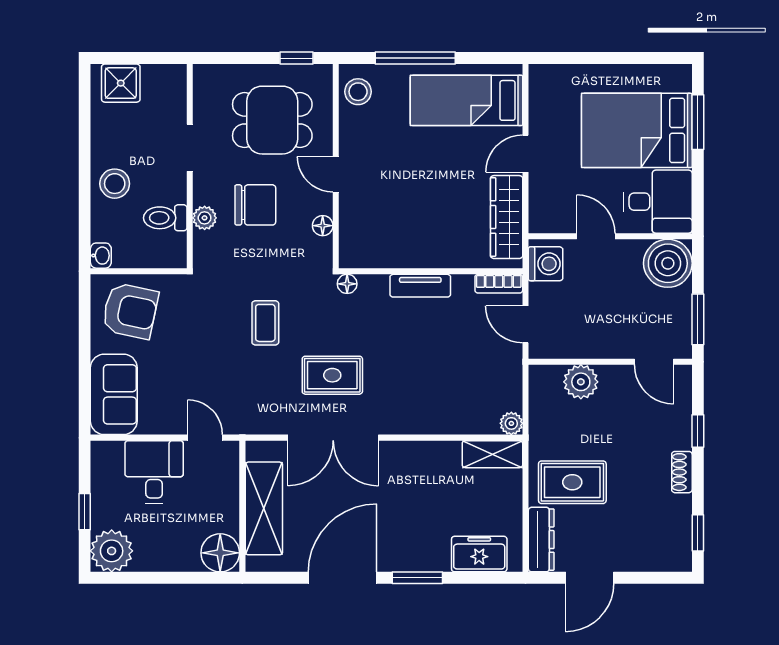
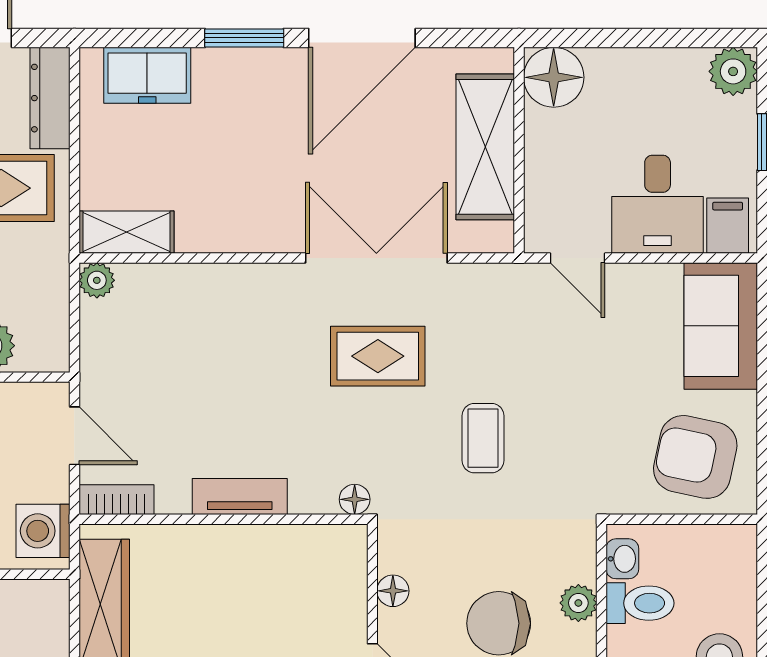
washbasin: (101, 256) -> (622, 559), moved, turned 180
filing cabinet: (109, 458) -> (728, 226), added
plant: (112, 551) -> (733, 71), width x0.73, depth x0.73

